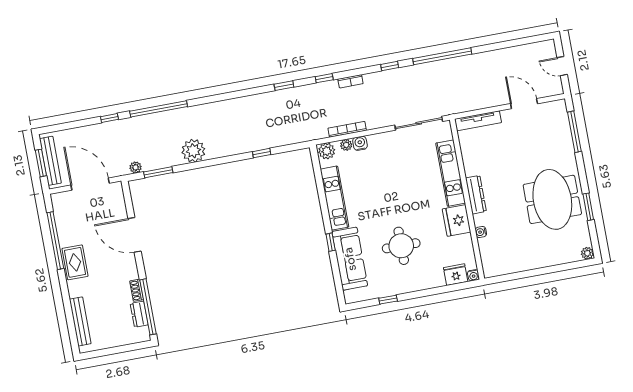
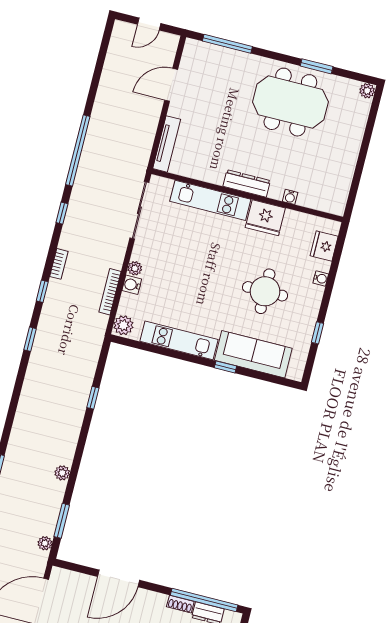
plant: (346, 145) -> (135, 268), moved
plant: (193, 151) -> (62, 473), width x0.53, depth x0.53
water cooler: (473, 275) -> (321, 278), moved

